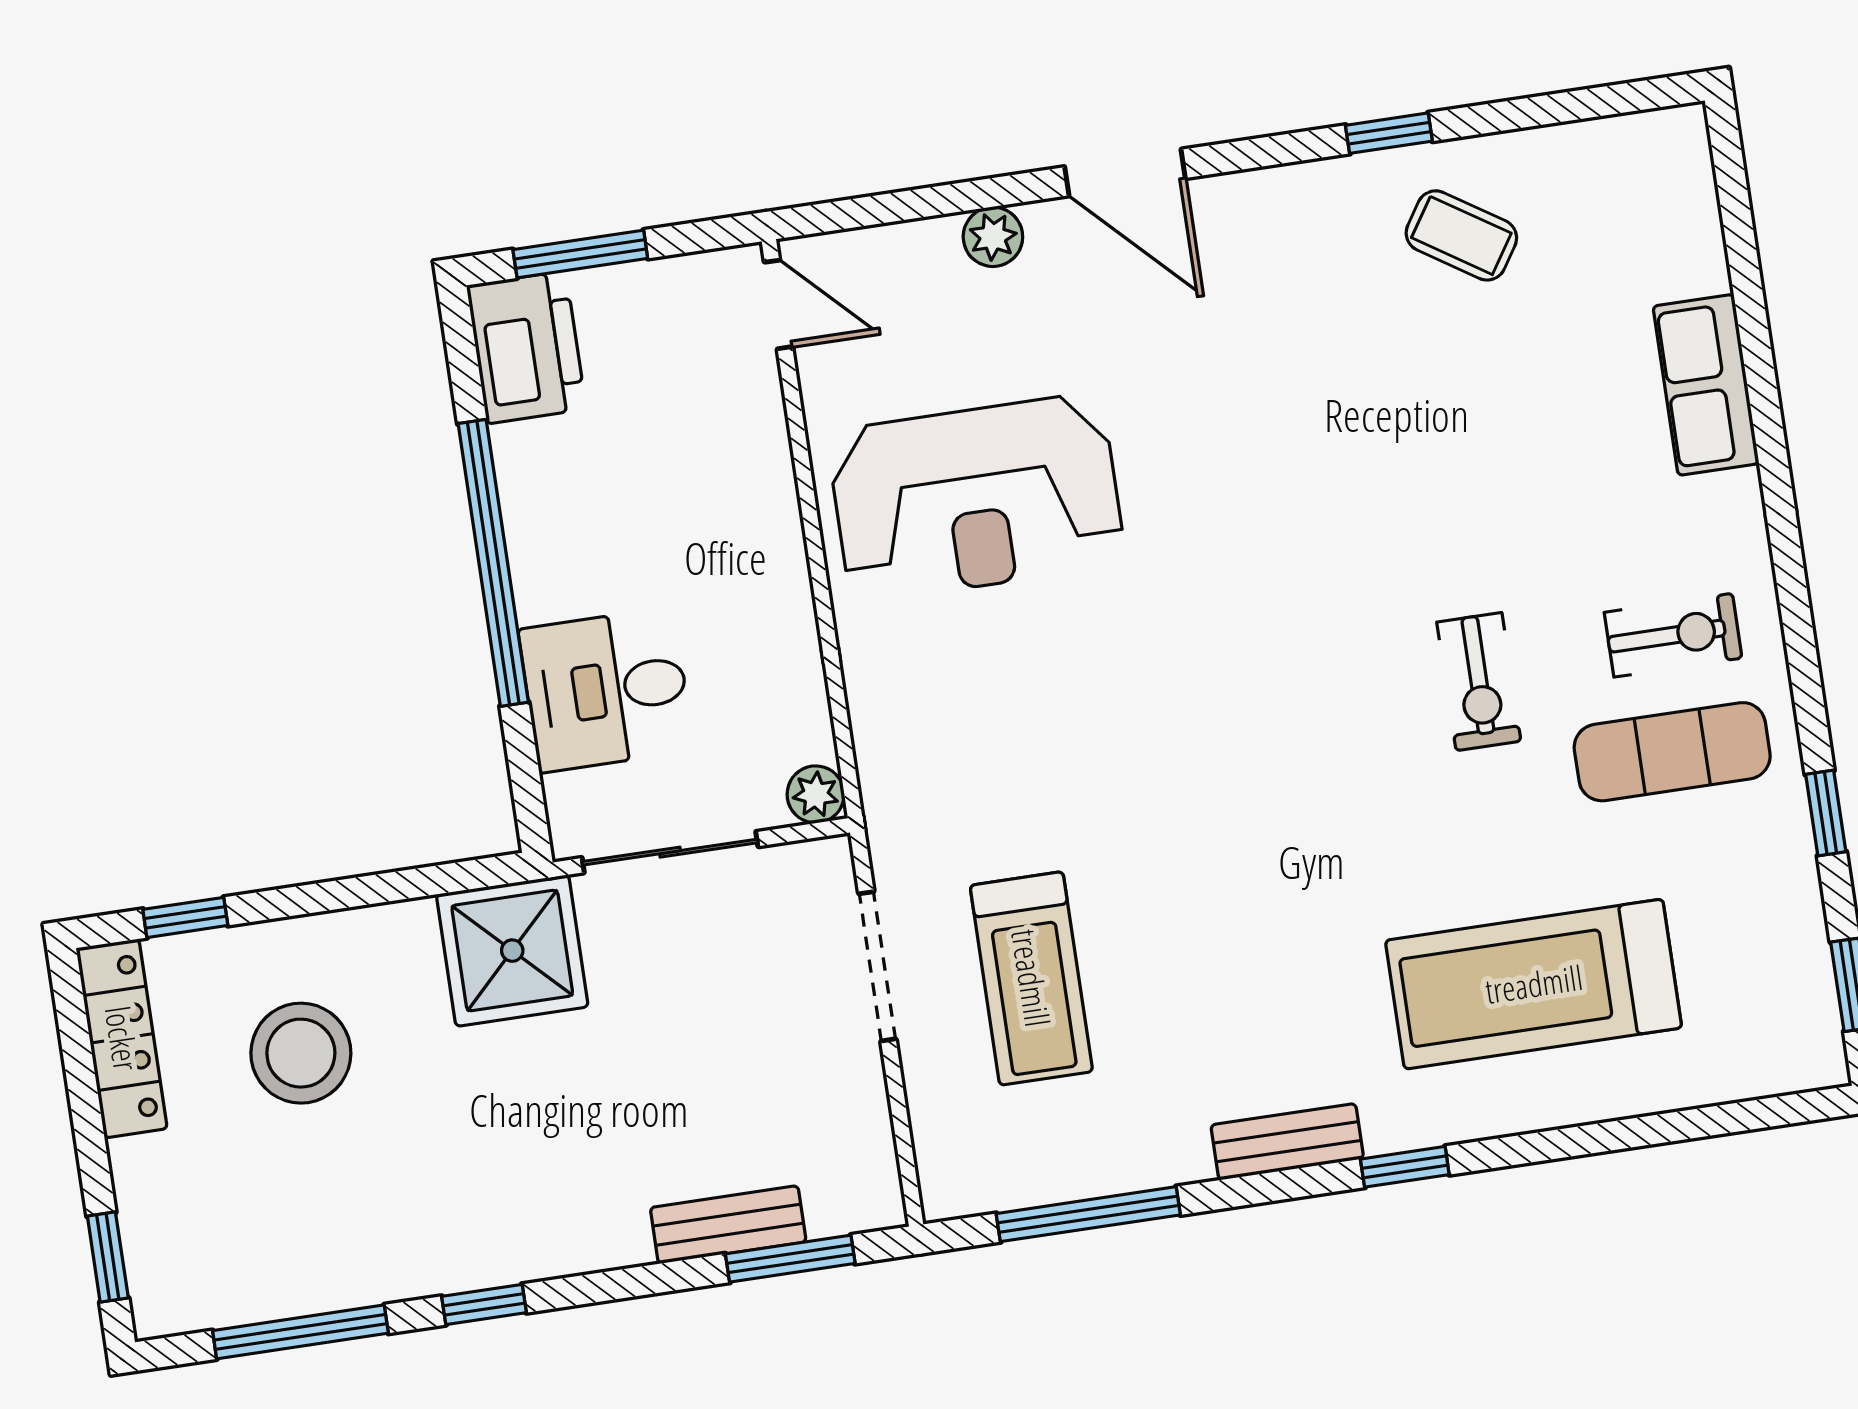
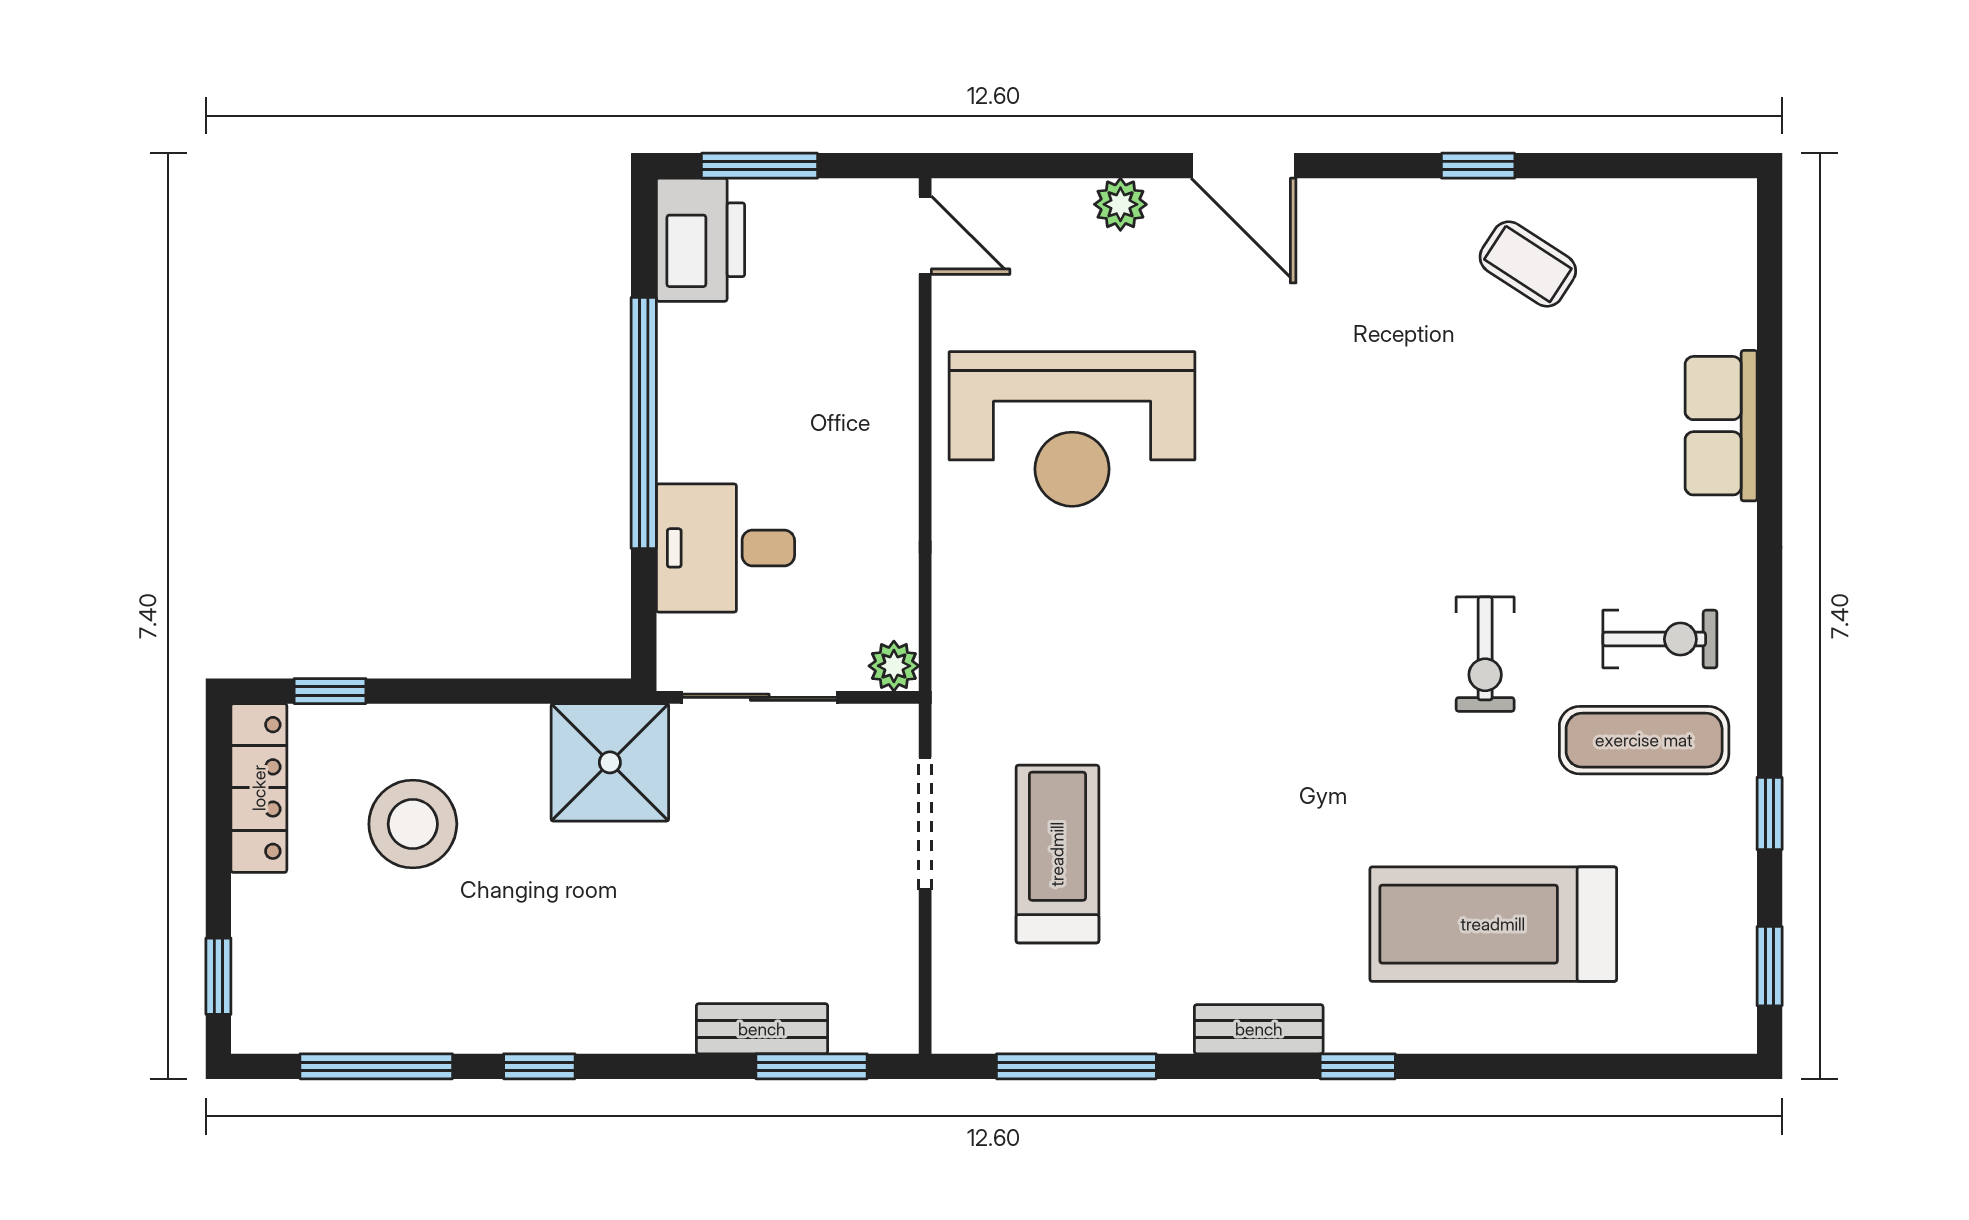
treadmill: (1031, 978) -> (1057, 854), turned 180

